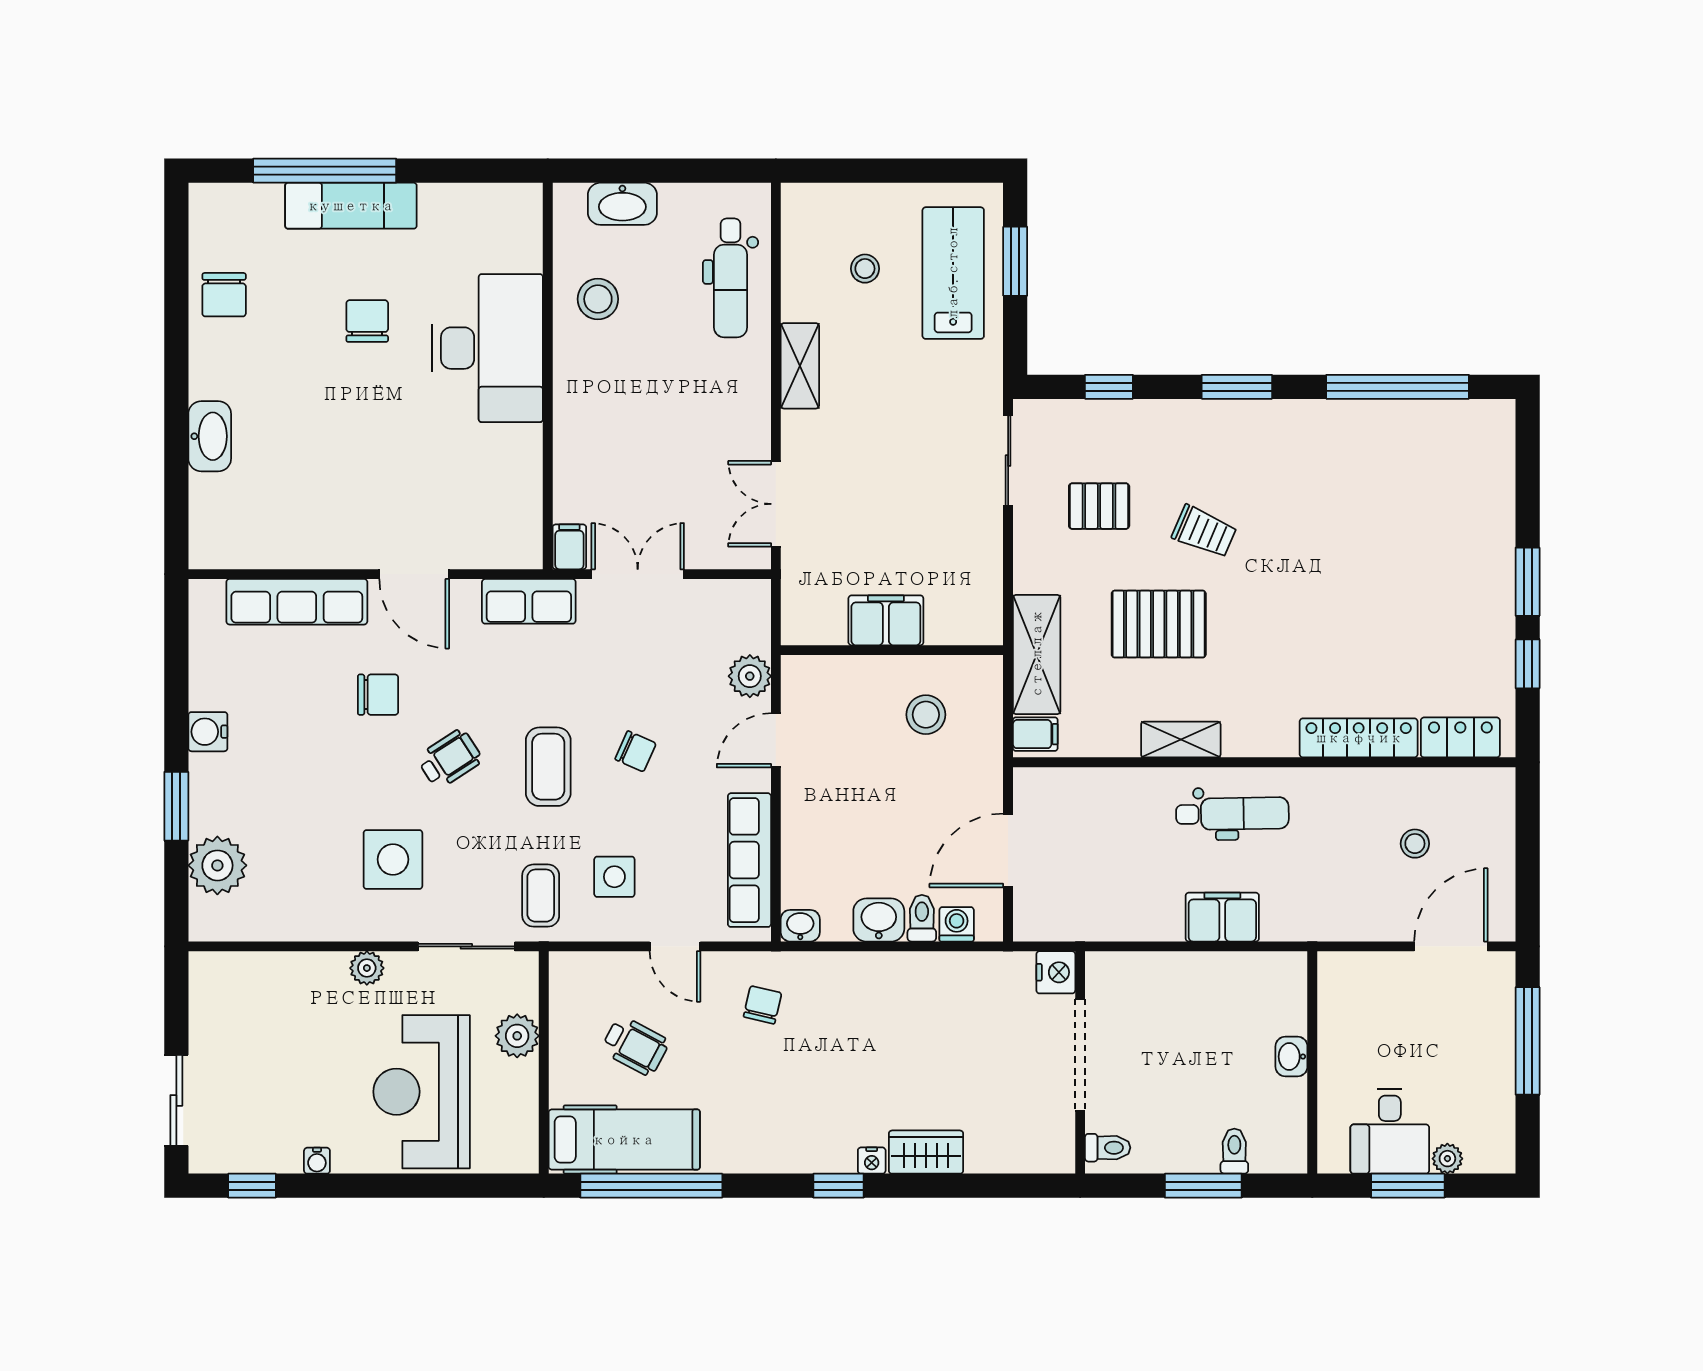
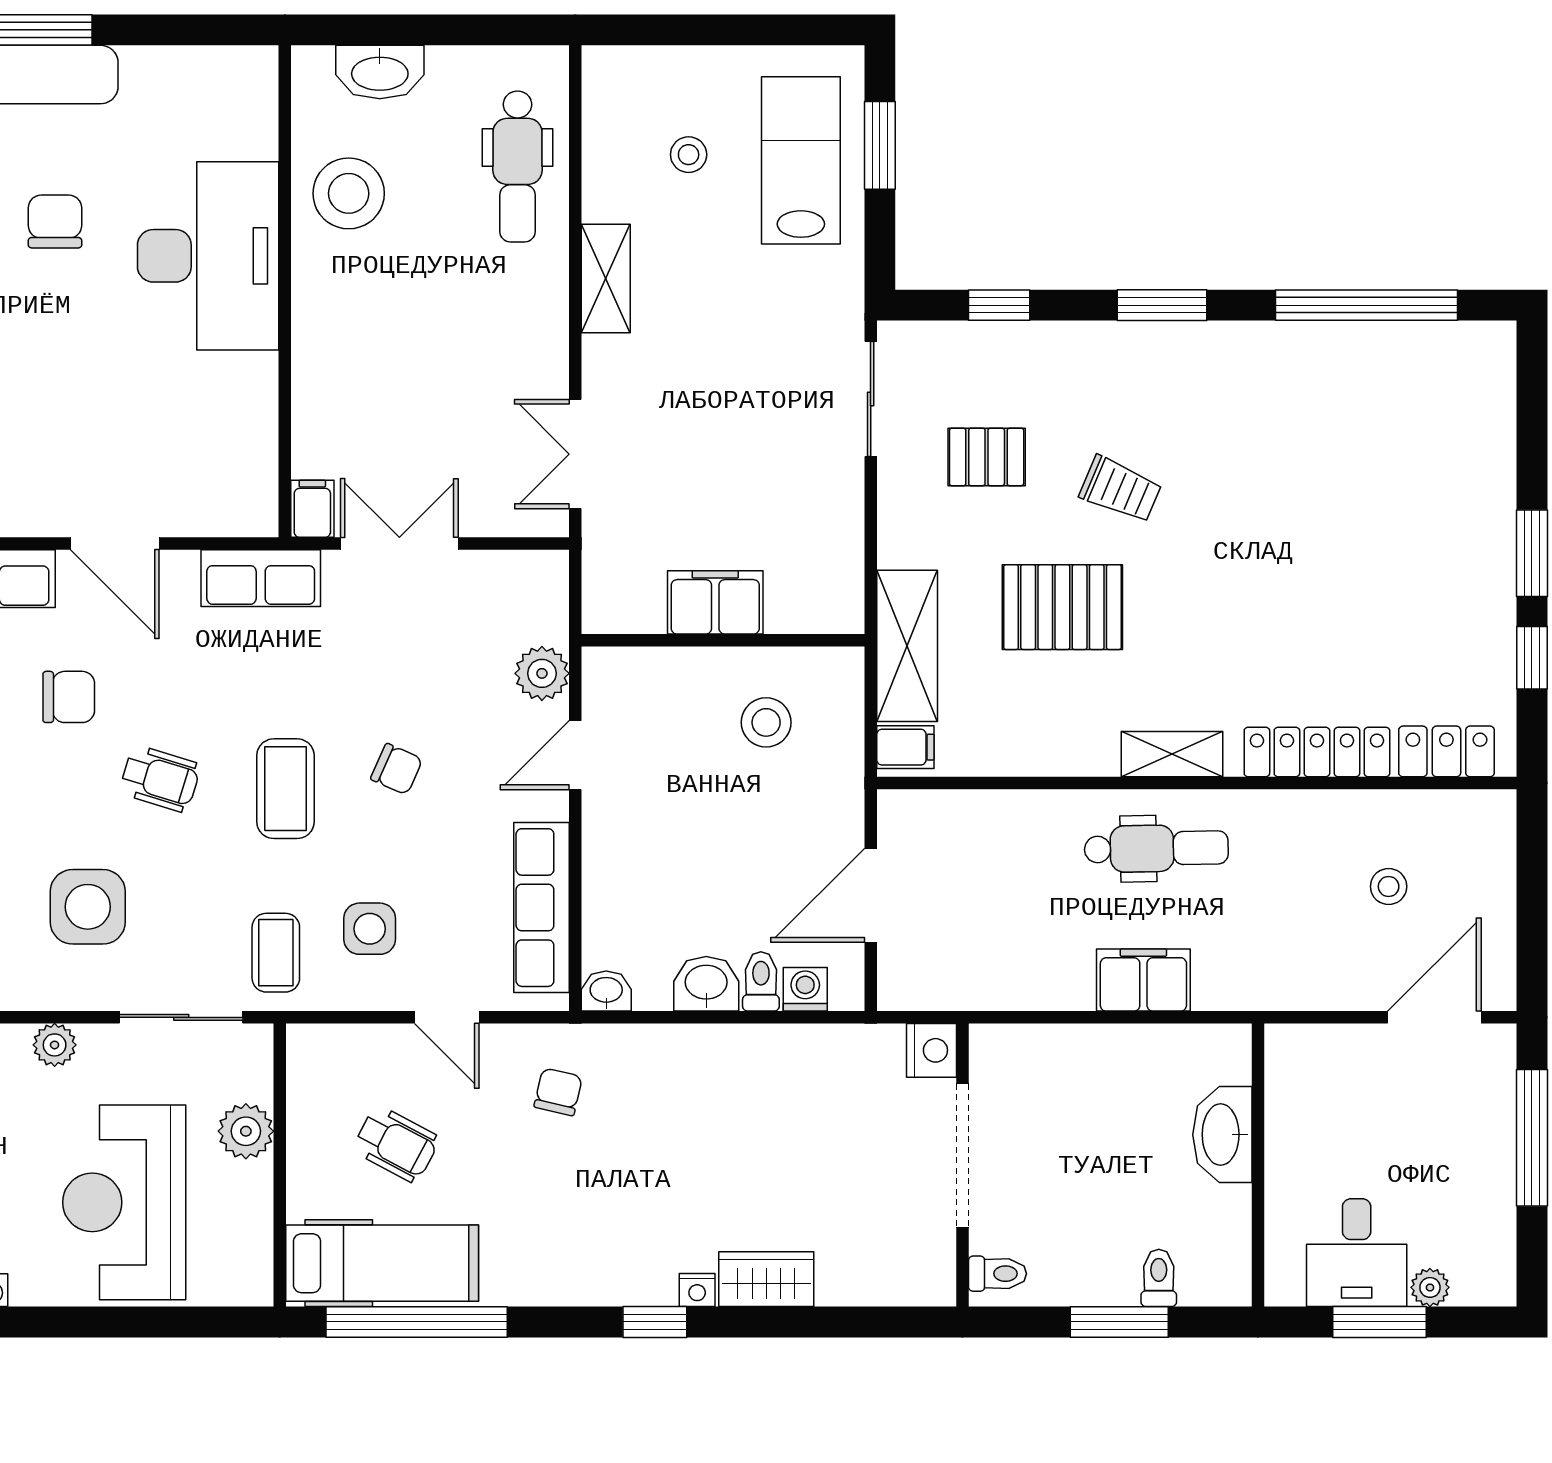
stool: (598, 299) -> (349, 193), width x1.38, depth x1.38
shelving: (1181, 740) -> (1172, 754), moved
wheelchair: (450, 759) -> (160, 779), turned 50
washbasin: (1291, 1057) -> (1222, 1135), width x1.91, depth x1.45

